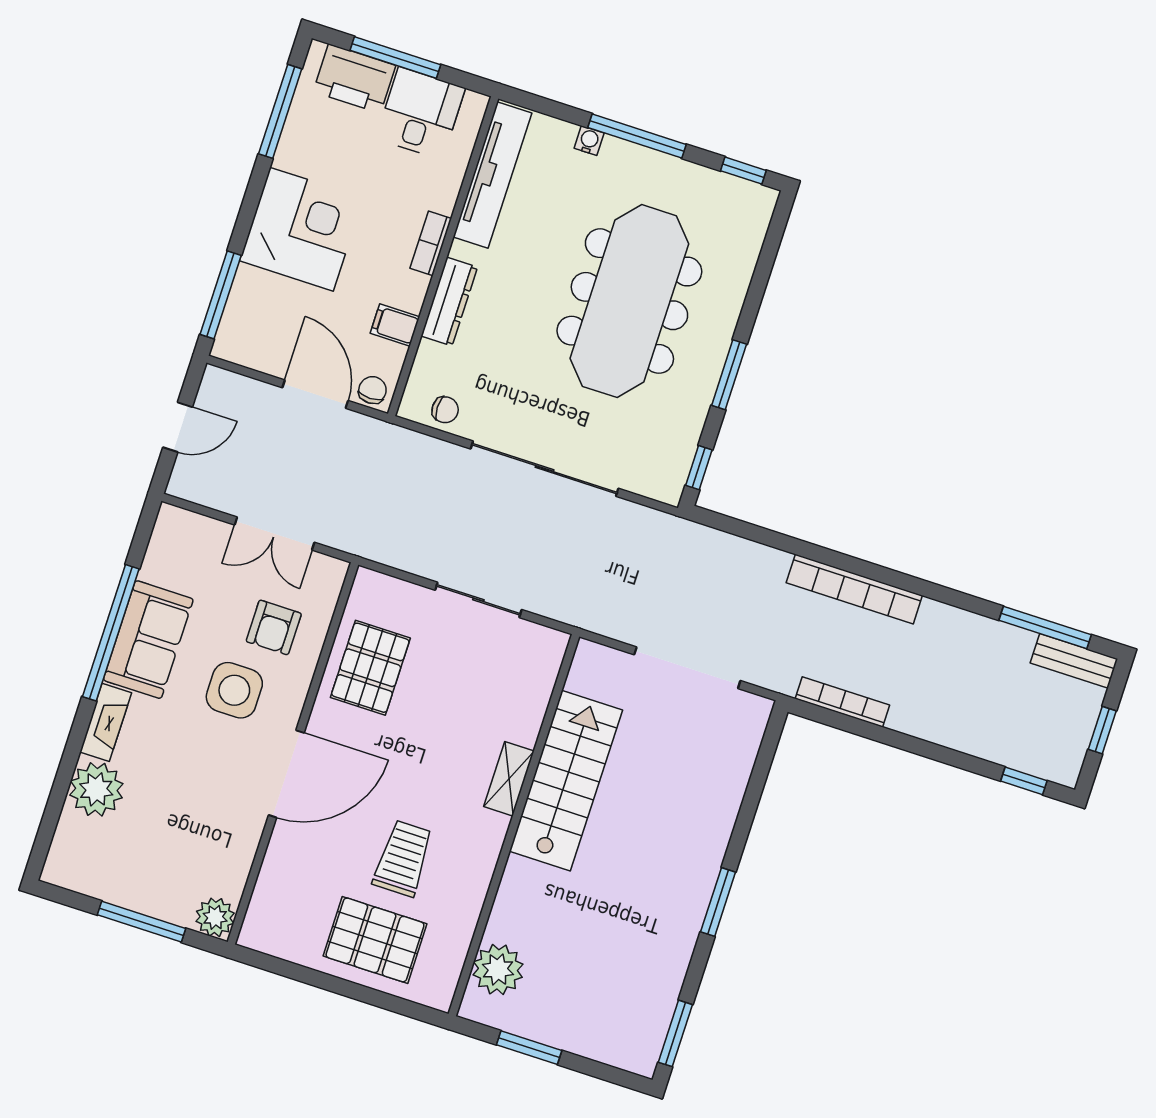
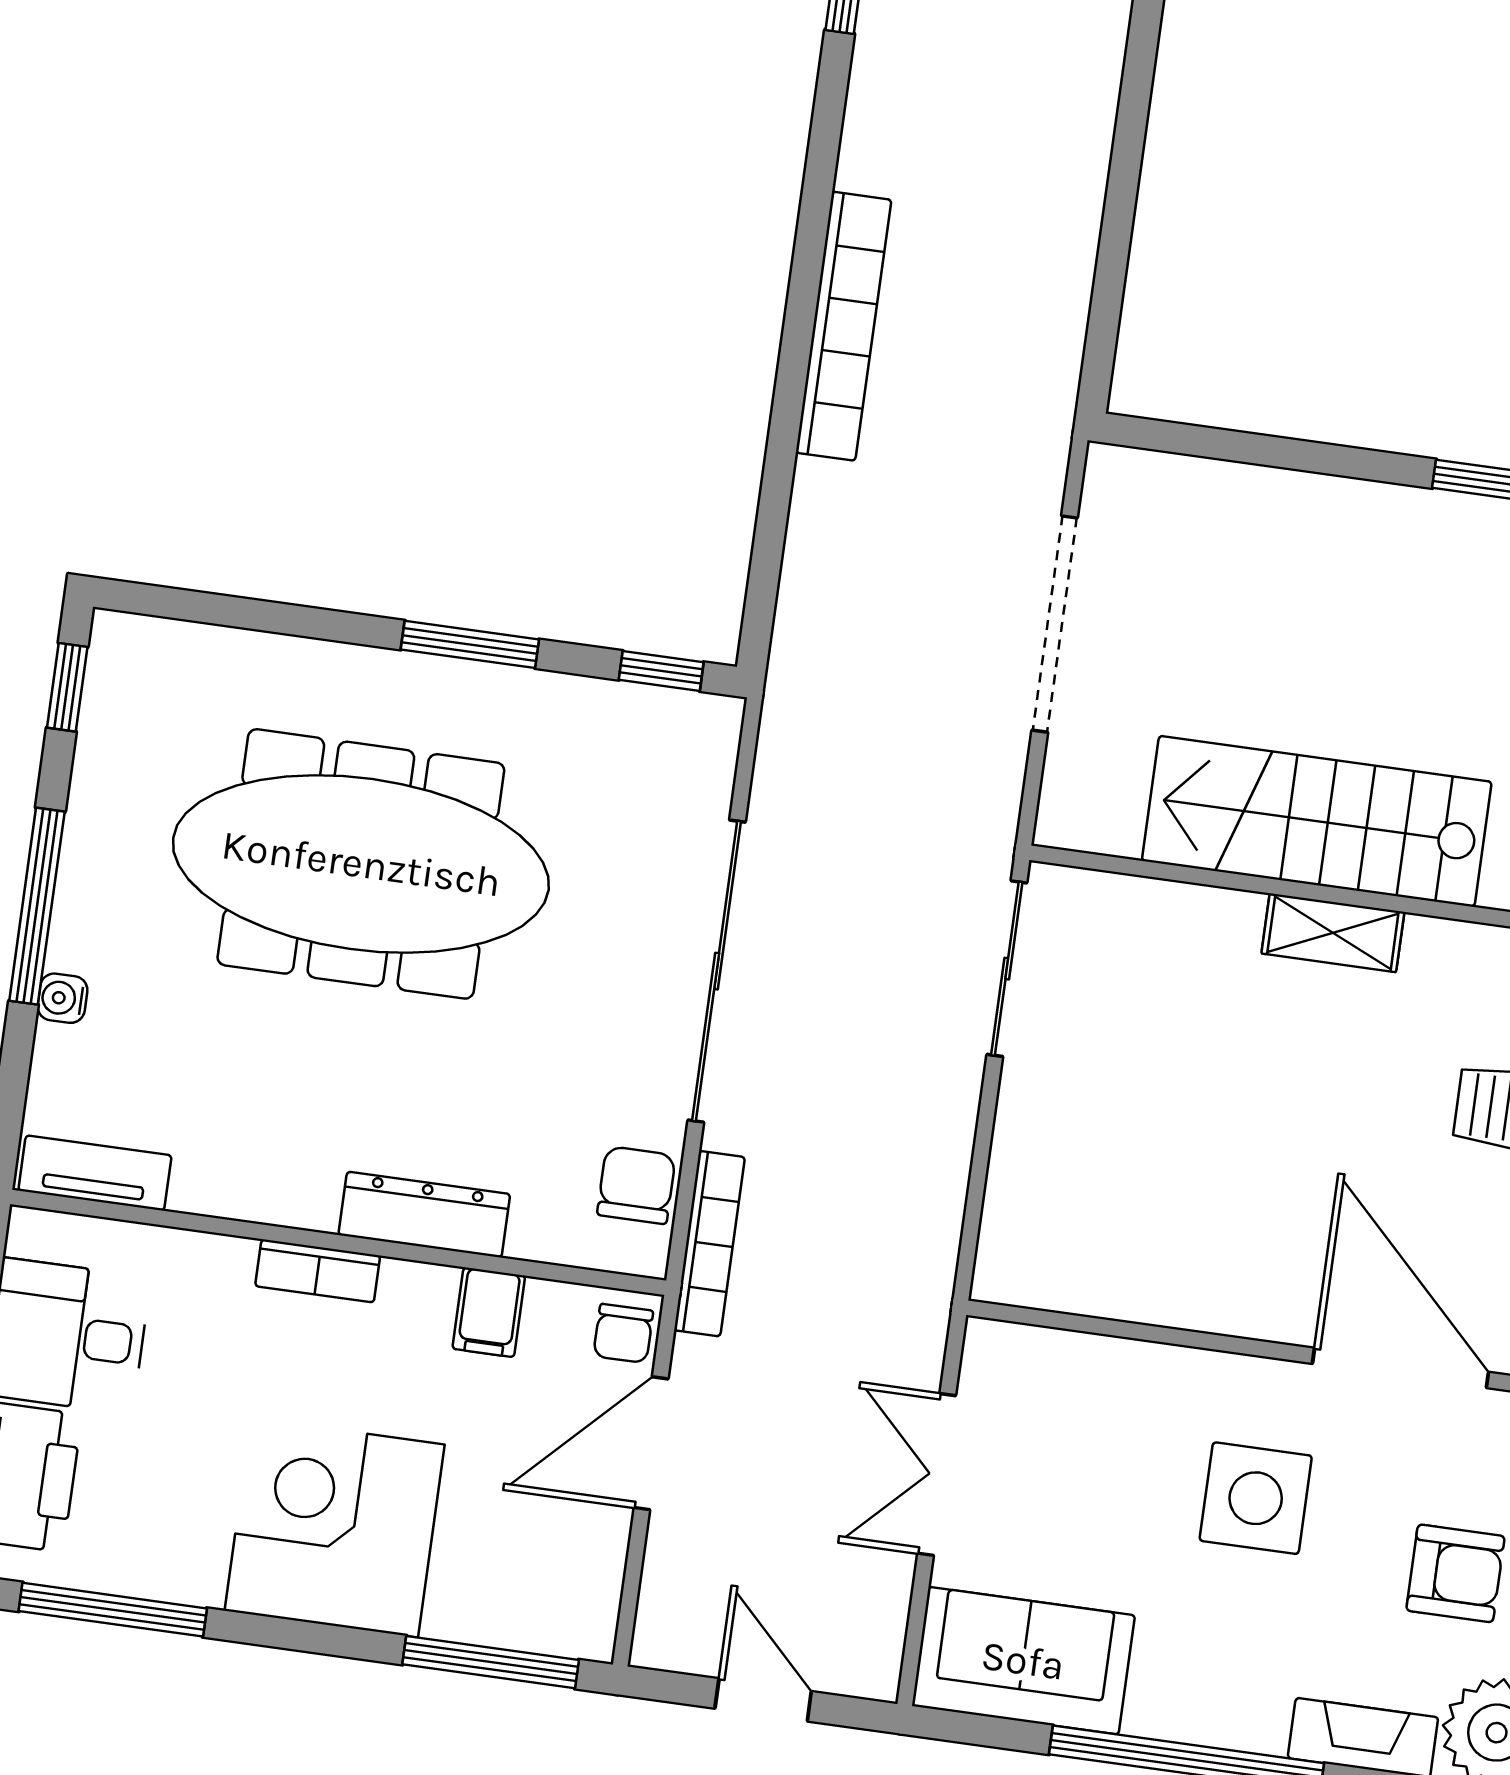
tv unit: (492, 175) -> (95, 1173), width x0.52, depth x0.78
chair: (372, 390) -> (623, 1333), turned -90
chair: (445, 410) -> (636, 1185), width x1.37, depth x1.37
double door: (274, 534) -> (937, 1474), swing flipped
sliding door: (478, 600) -> (1007, 969), moved
armchair: (274, 627) -> (1455, 1573), moved
sofa: (148, 640) -> (1023, 1661), moved
pallet: (370, 668) -> (1165, 1241), removed
bookcase: (842, 702) -> (709, 1244), moved, turned 180

